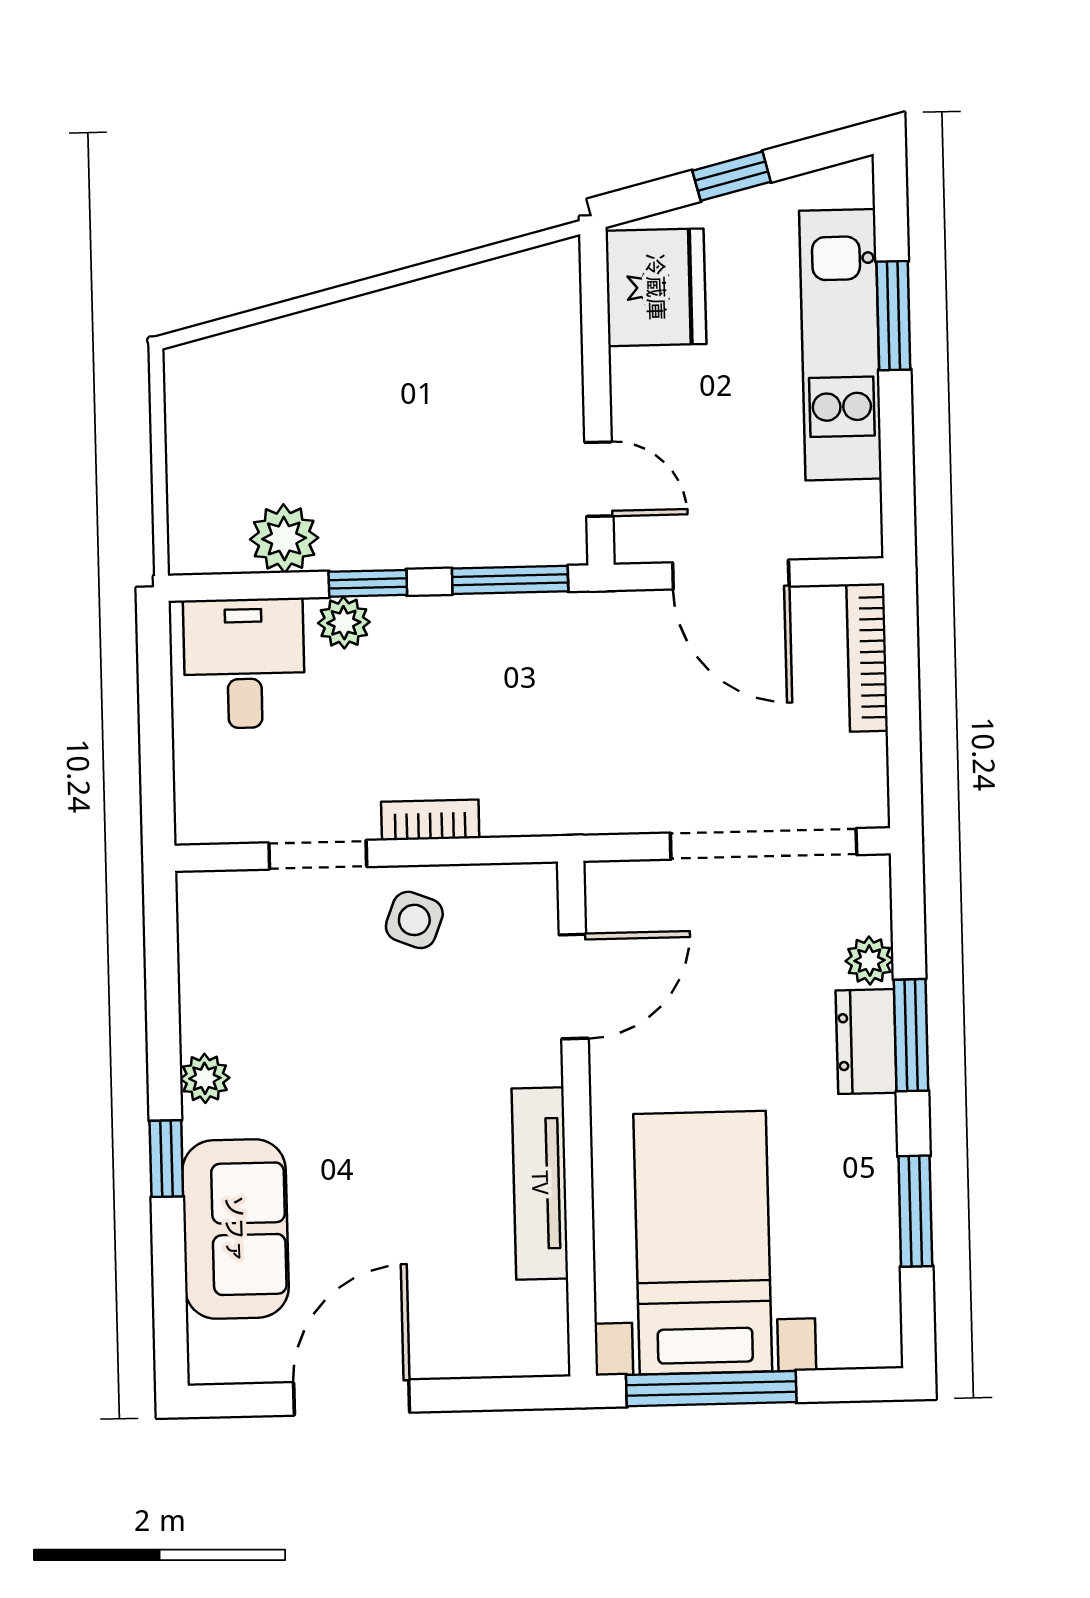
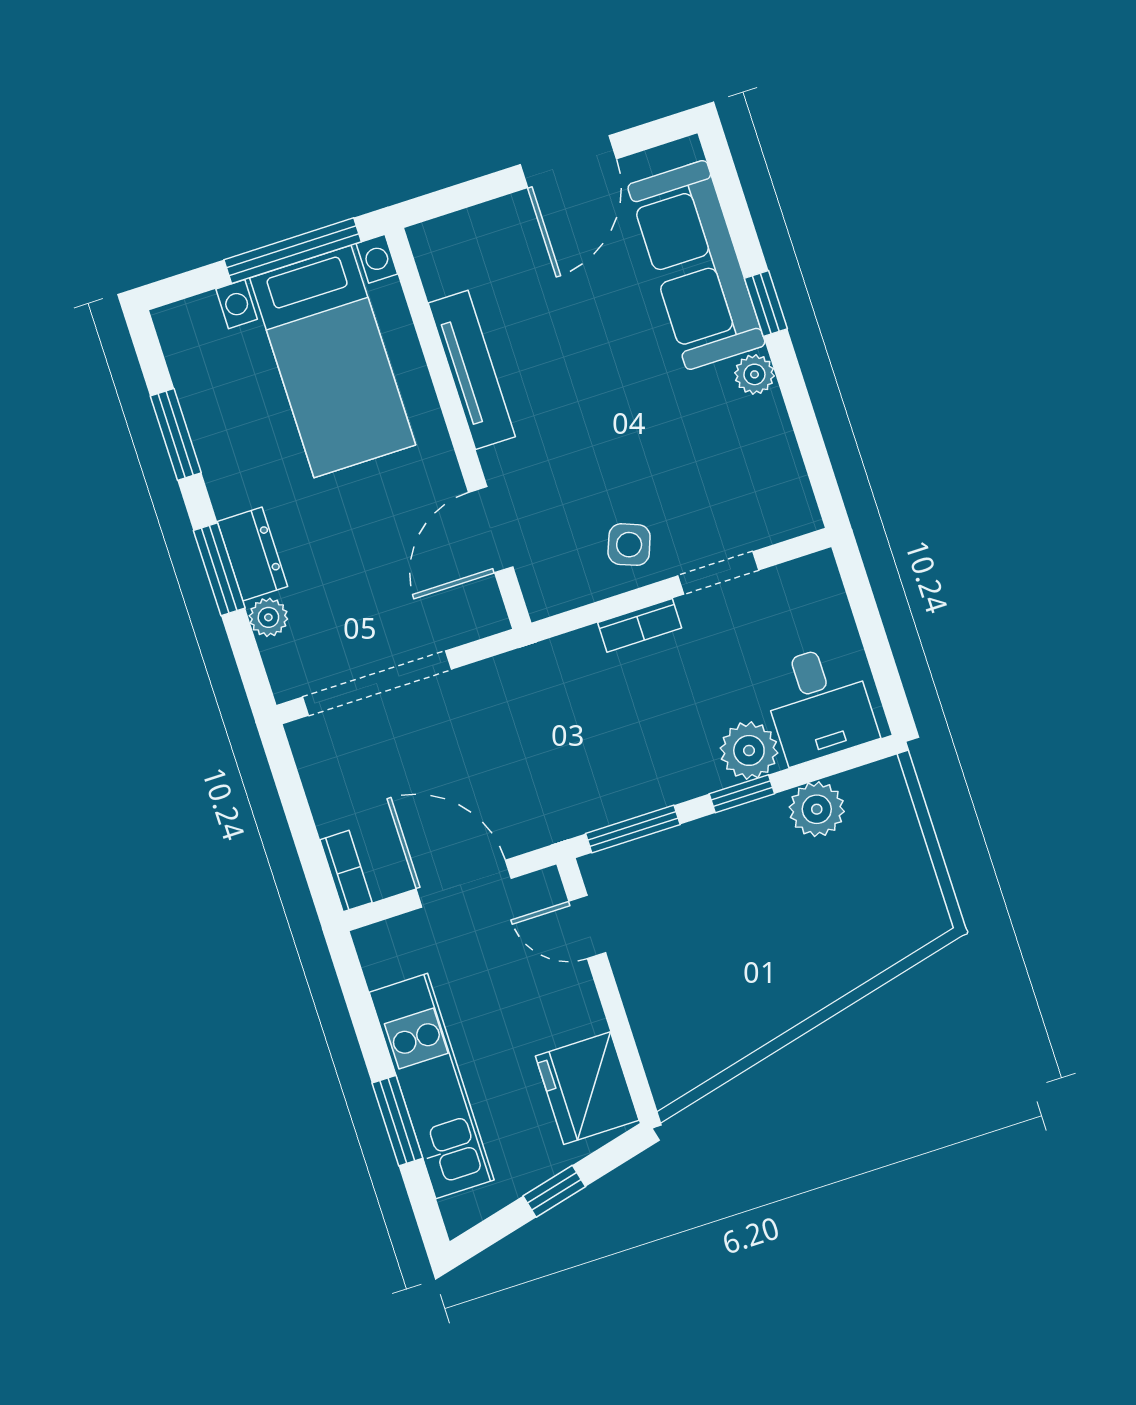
plant: (344, 623) -> (749, 750), width x1.38, depth x1.38
bookcase: (867, 658) -> (346, 871), width x0.64
sofa: (235, 1229) -> (696, 265), width x1.36

